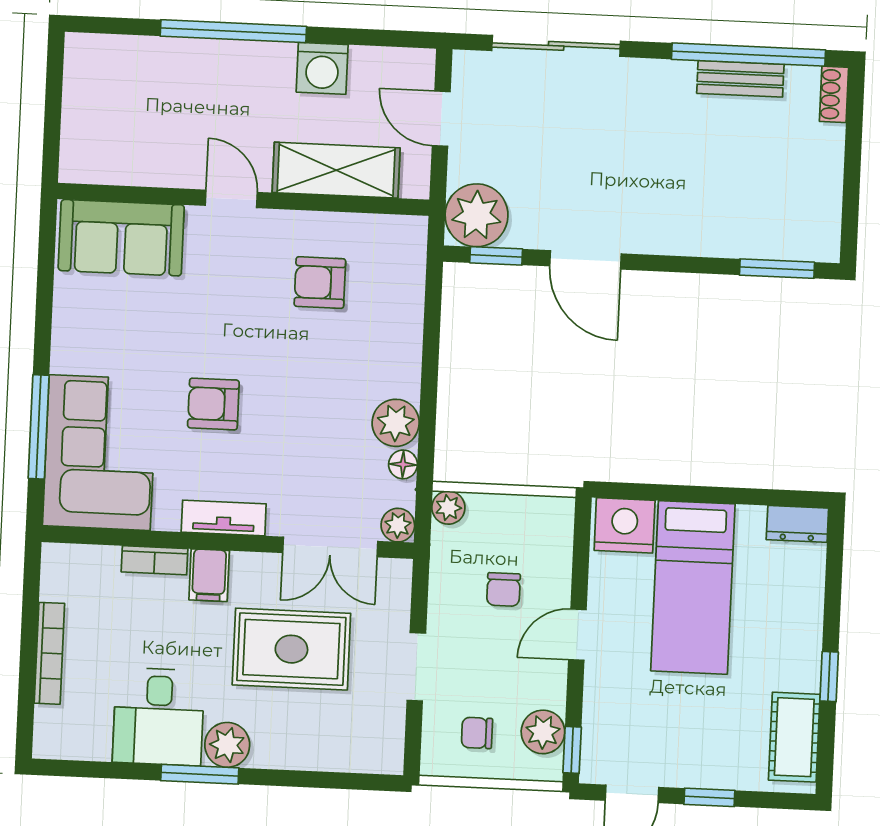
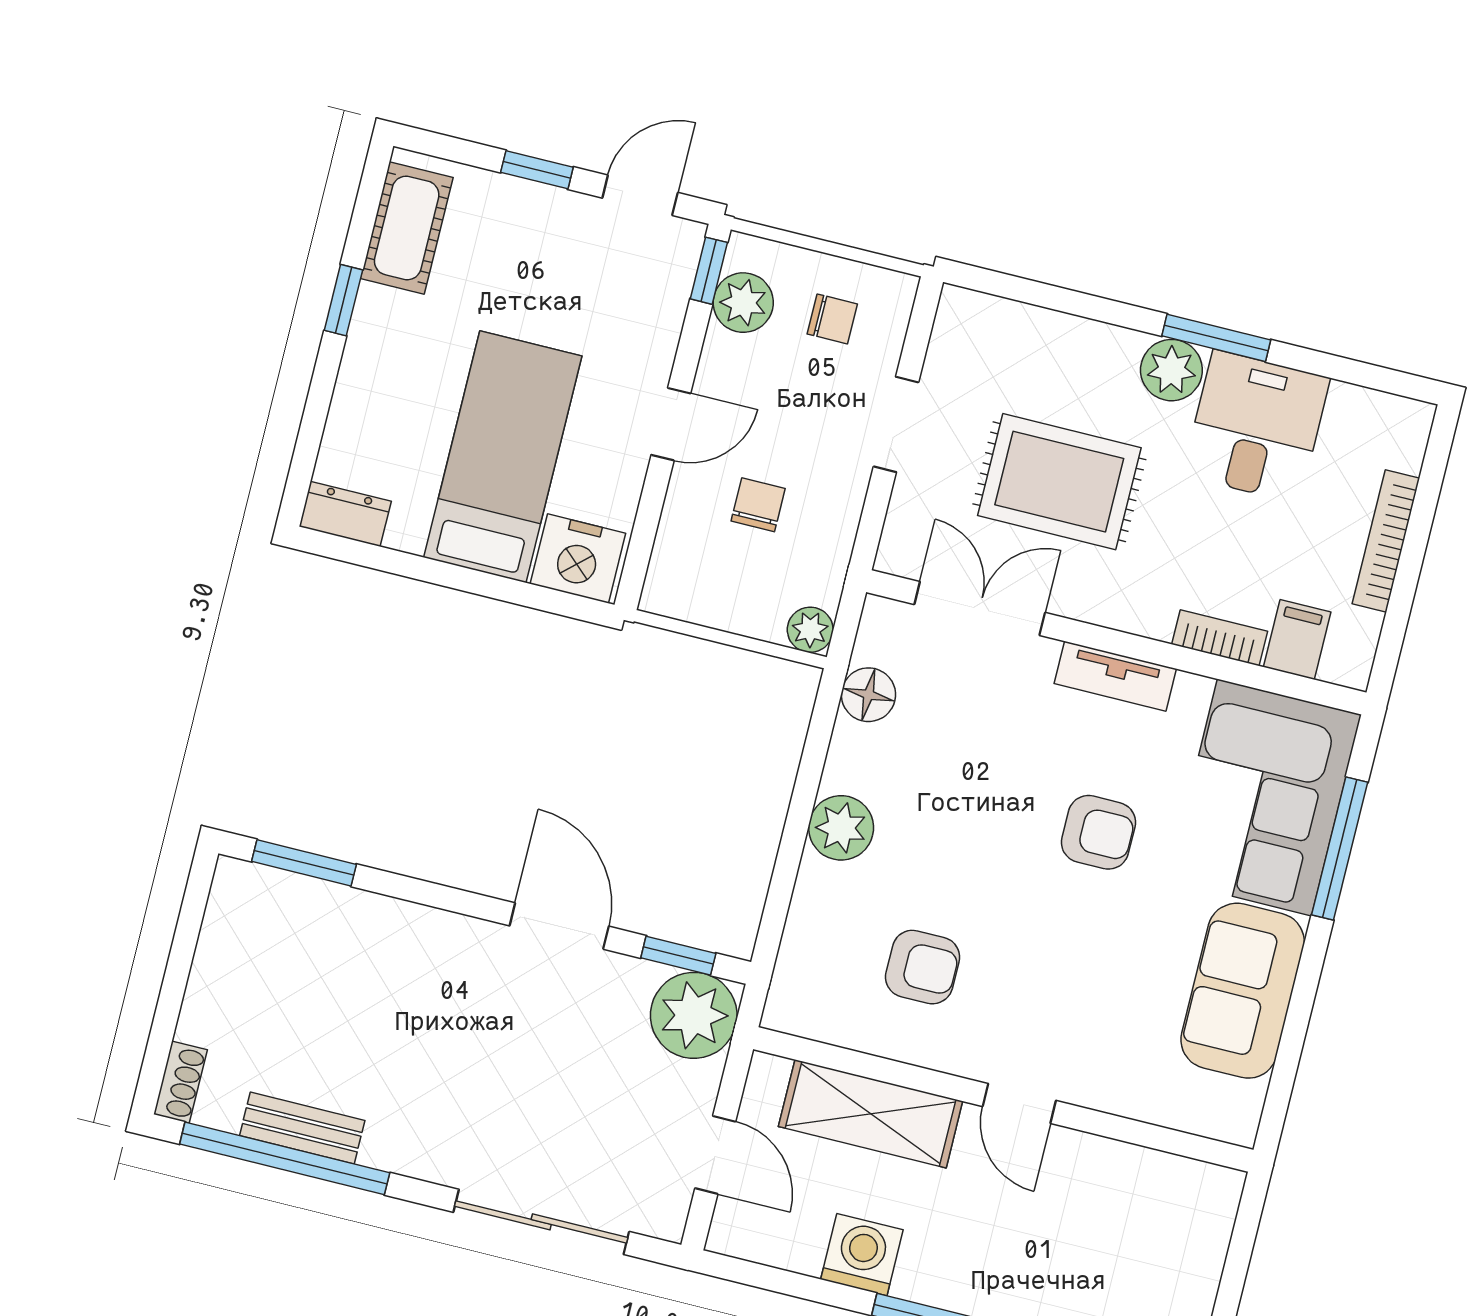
sofa: (121, 238) -> (1243, 991), moved, turned -90
plant: (396, 423) -> (841, 828), moved
floor lamp: (403, 464) -> (868, 695), width x1.37, depth x1.37
plant: (398, 525) -> (883, 620), removed
filing cabinet: (209, 575) -> (1297, 640), moved

